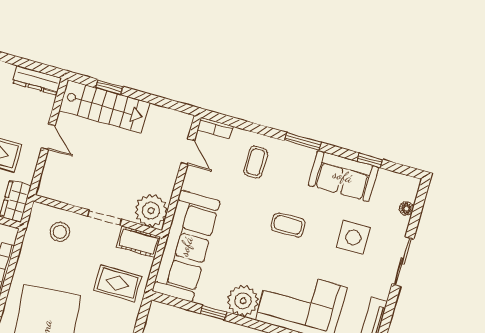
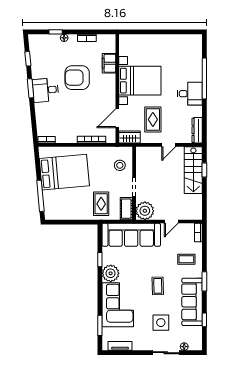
door: (188, 152) -> (171, 221), moved
sofa: (343, 176) -> (192, 302), width x1.36
sliding door: (403, 261) -> (166, 353), moved

